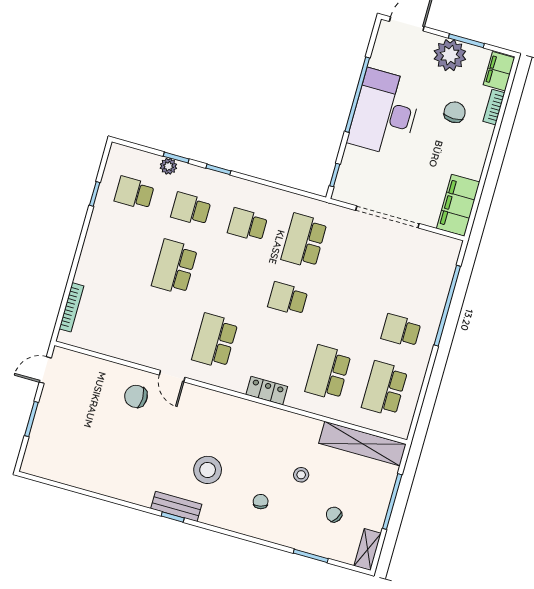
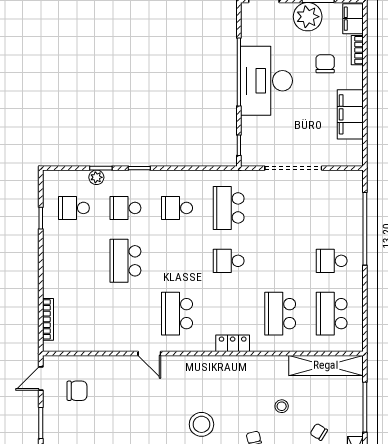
filing cabinet: (458, 205) -> (350, 114), moved
chair: (136, 396) -> (77, 391), moved, turned 180

